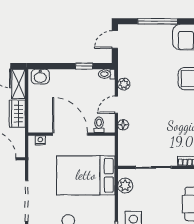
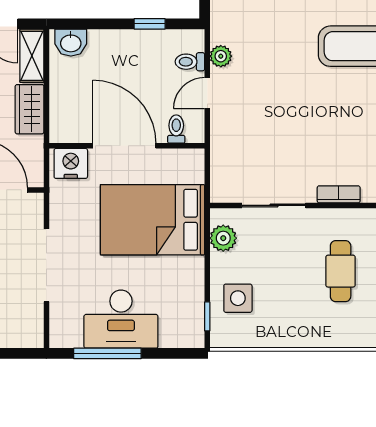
toilet: (107, 74) -> (190, 62), moved
floor lamp: (123, 125) -> (219, 129), removed
nightstand: (40, 140) -> (71, 163), width x1.89, depth x1.79

